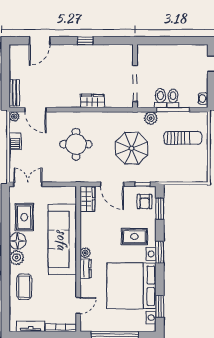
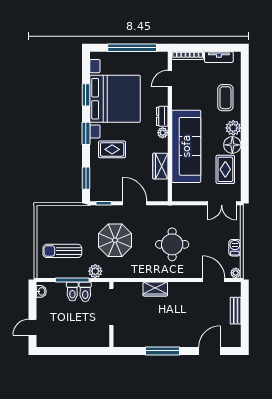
window: (85, 41) -> (163, 351), width x2.17
bench: (14, 93) -> (236, 311), moved
wardrobe: (87, 199) -> (160, 166), moved
armchair: (145, 202) -> (102, 185), removed
window: (160, 306) -> (86, 95), moved

